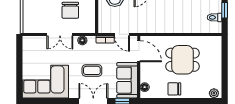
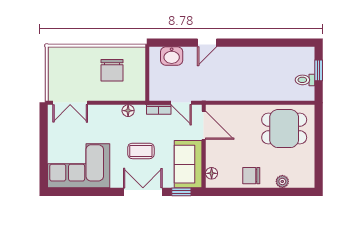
double door: (60, 34) -> (70, 103), moved
dining table: (183, 60) -> (284, 129), moved
plant: (214, 93) -> (282, 181), moved

